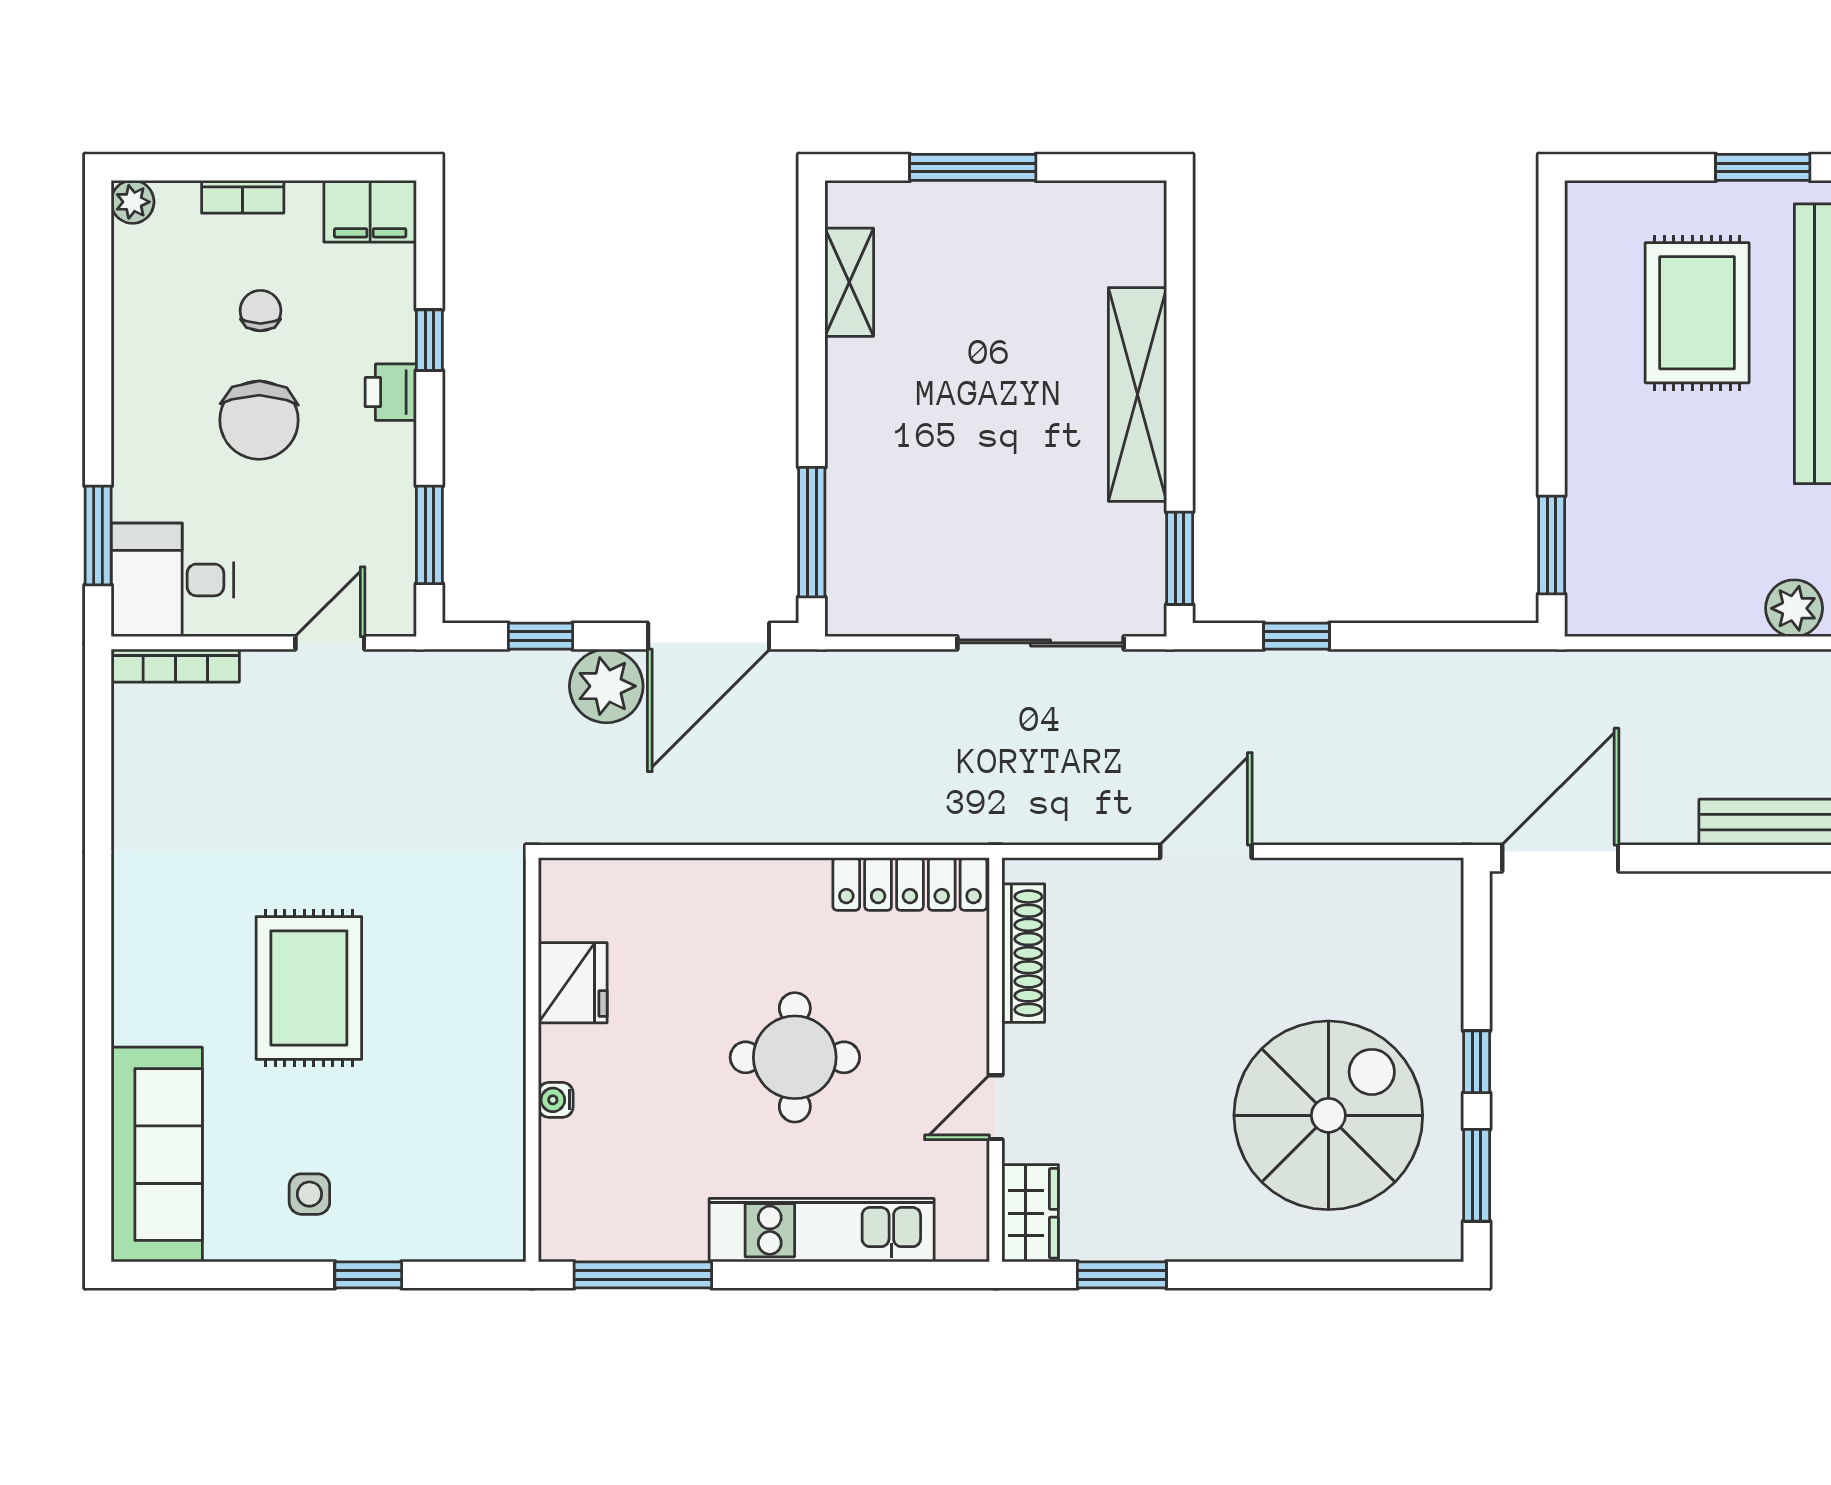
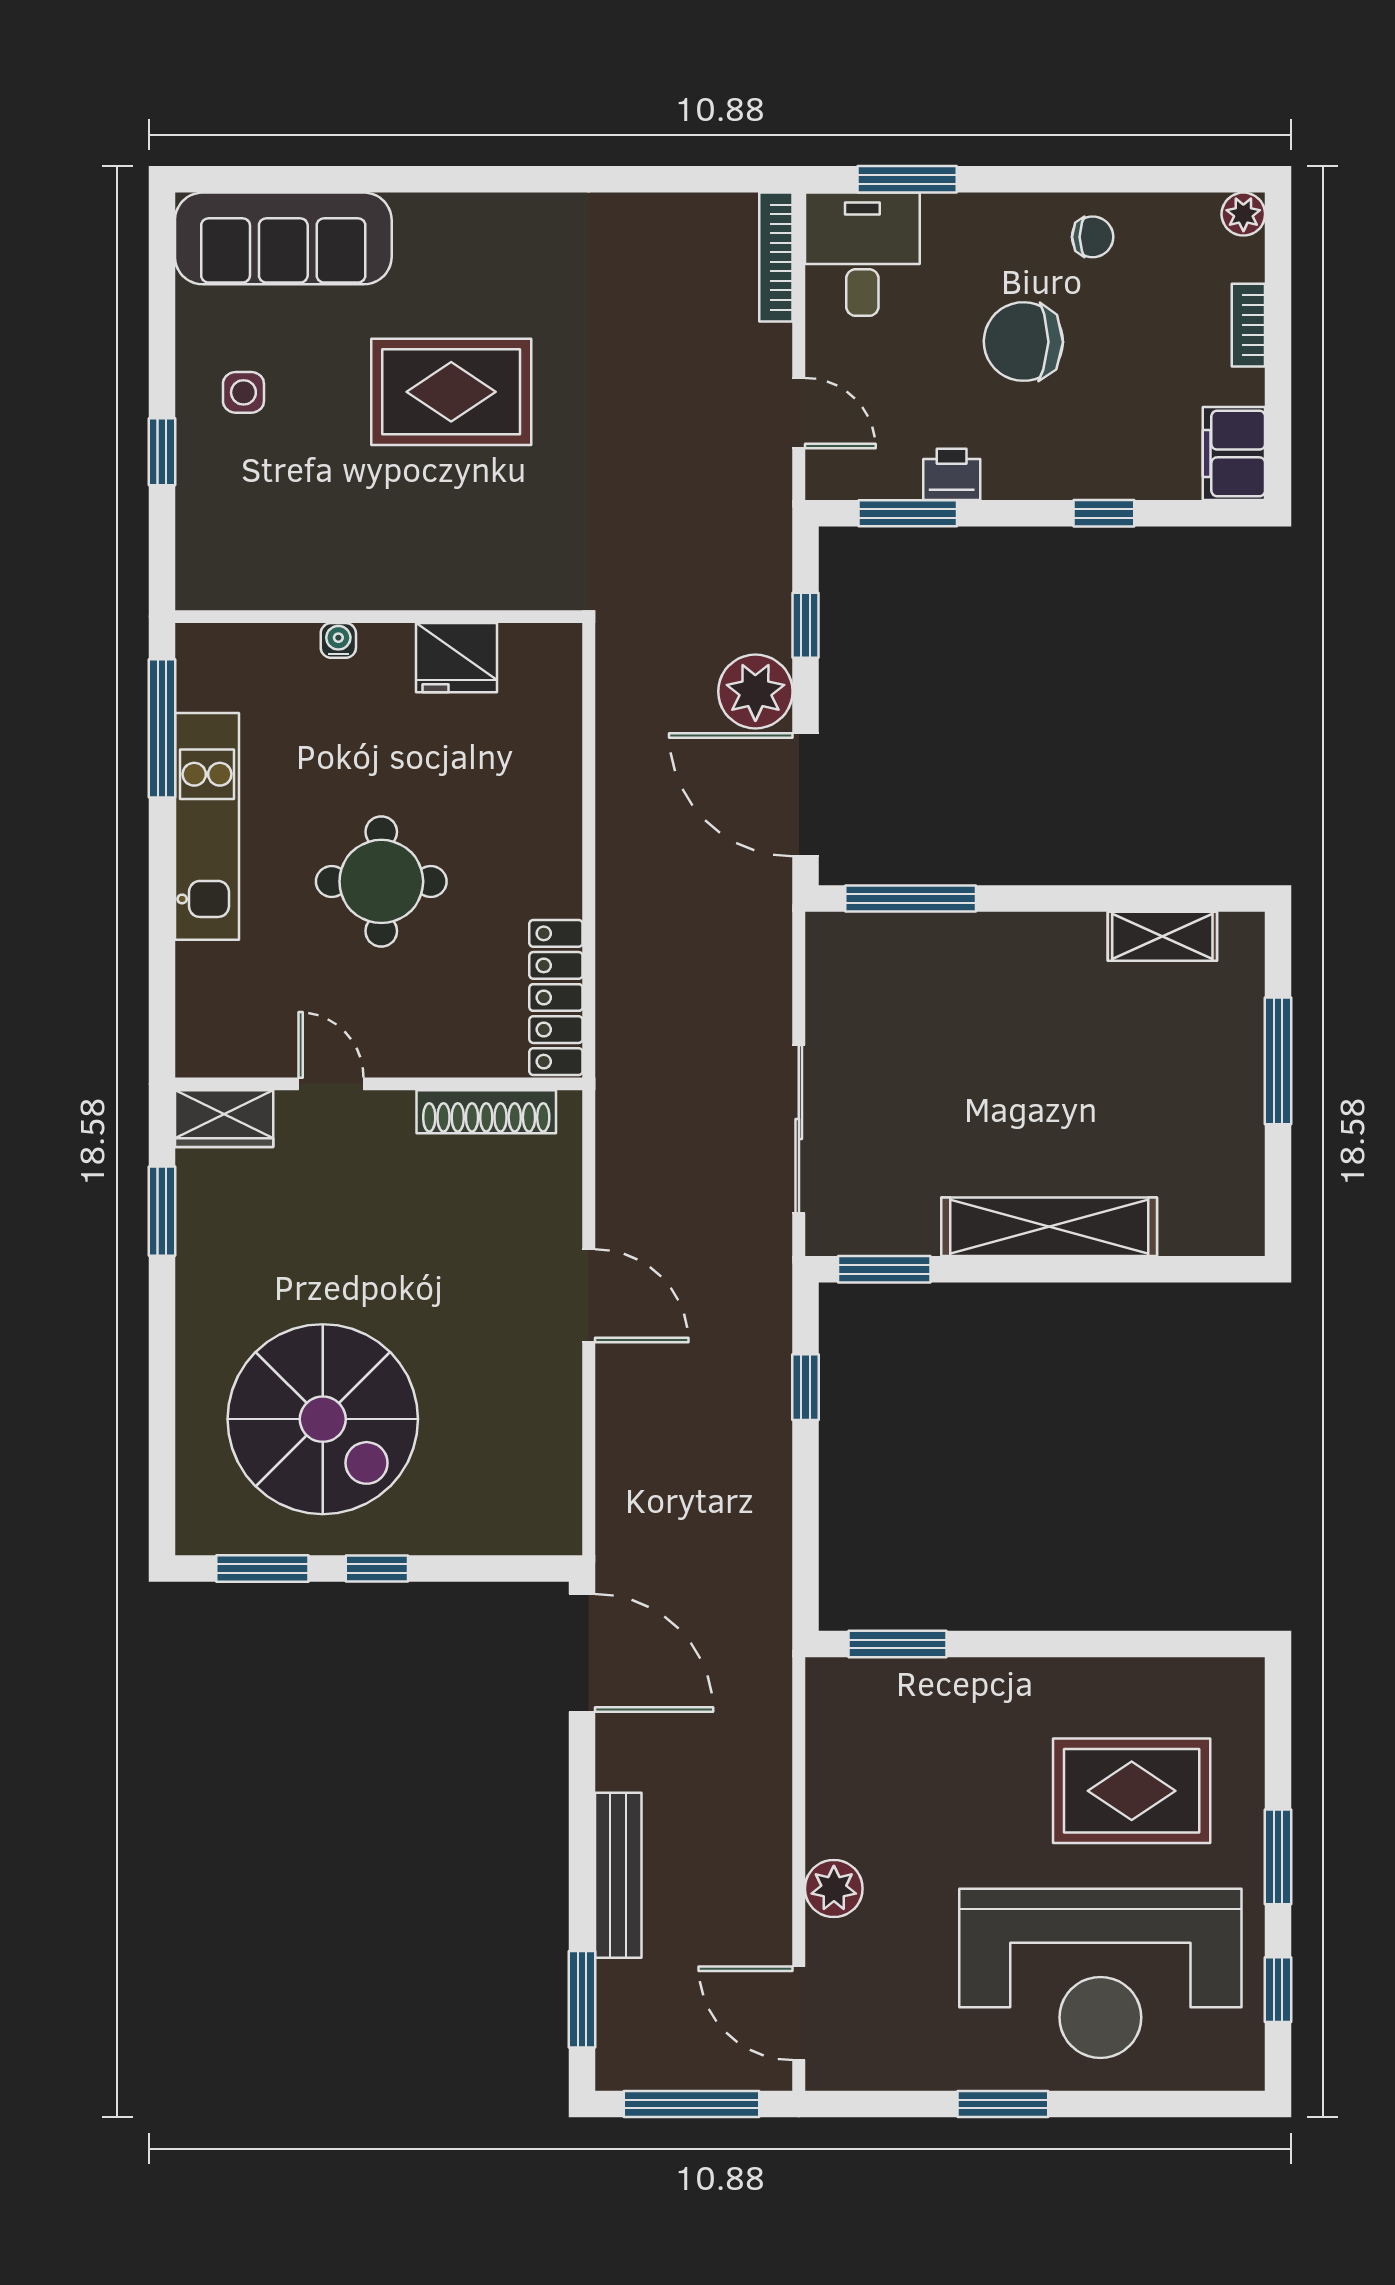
chair: (260, 311) -> (1093, 237), moved
printer: (391, 392) -> (952, 474), moved
kitchen unit: (822, 1230) -> (207, 826), moved

